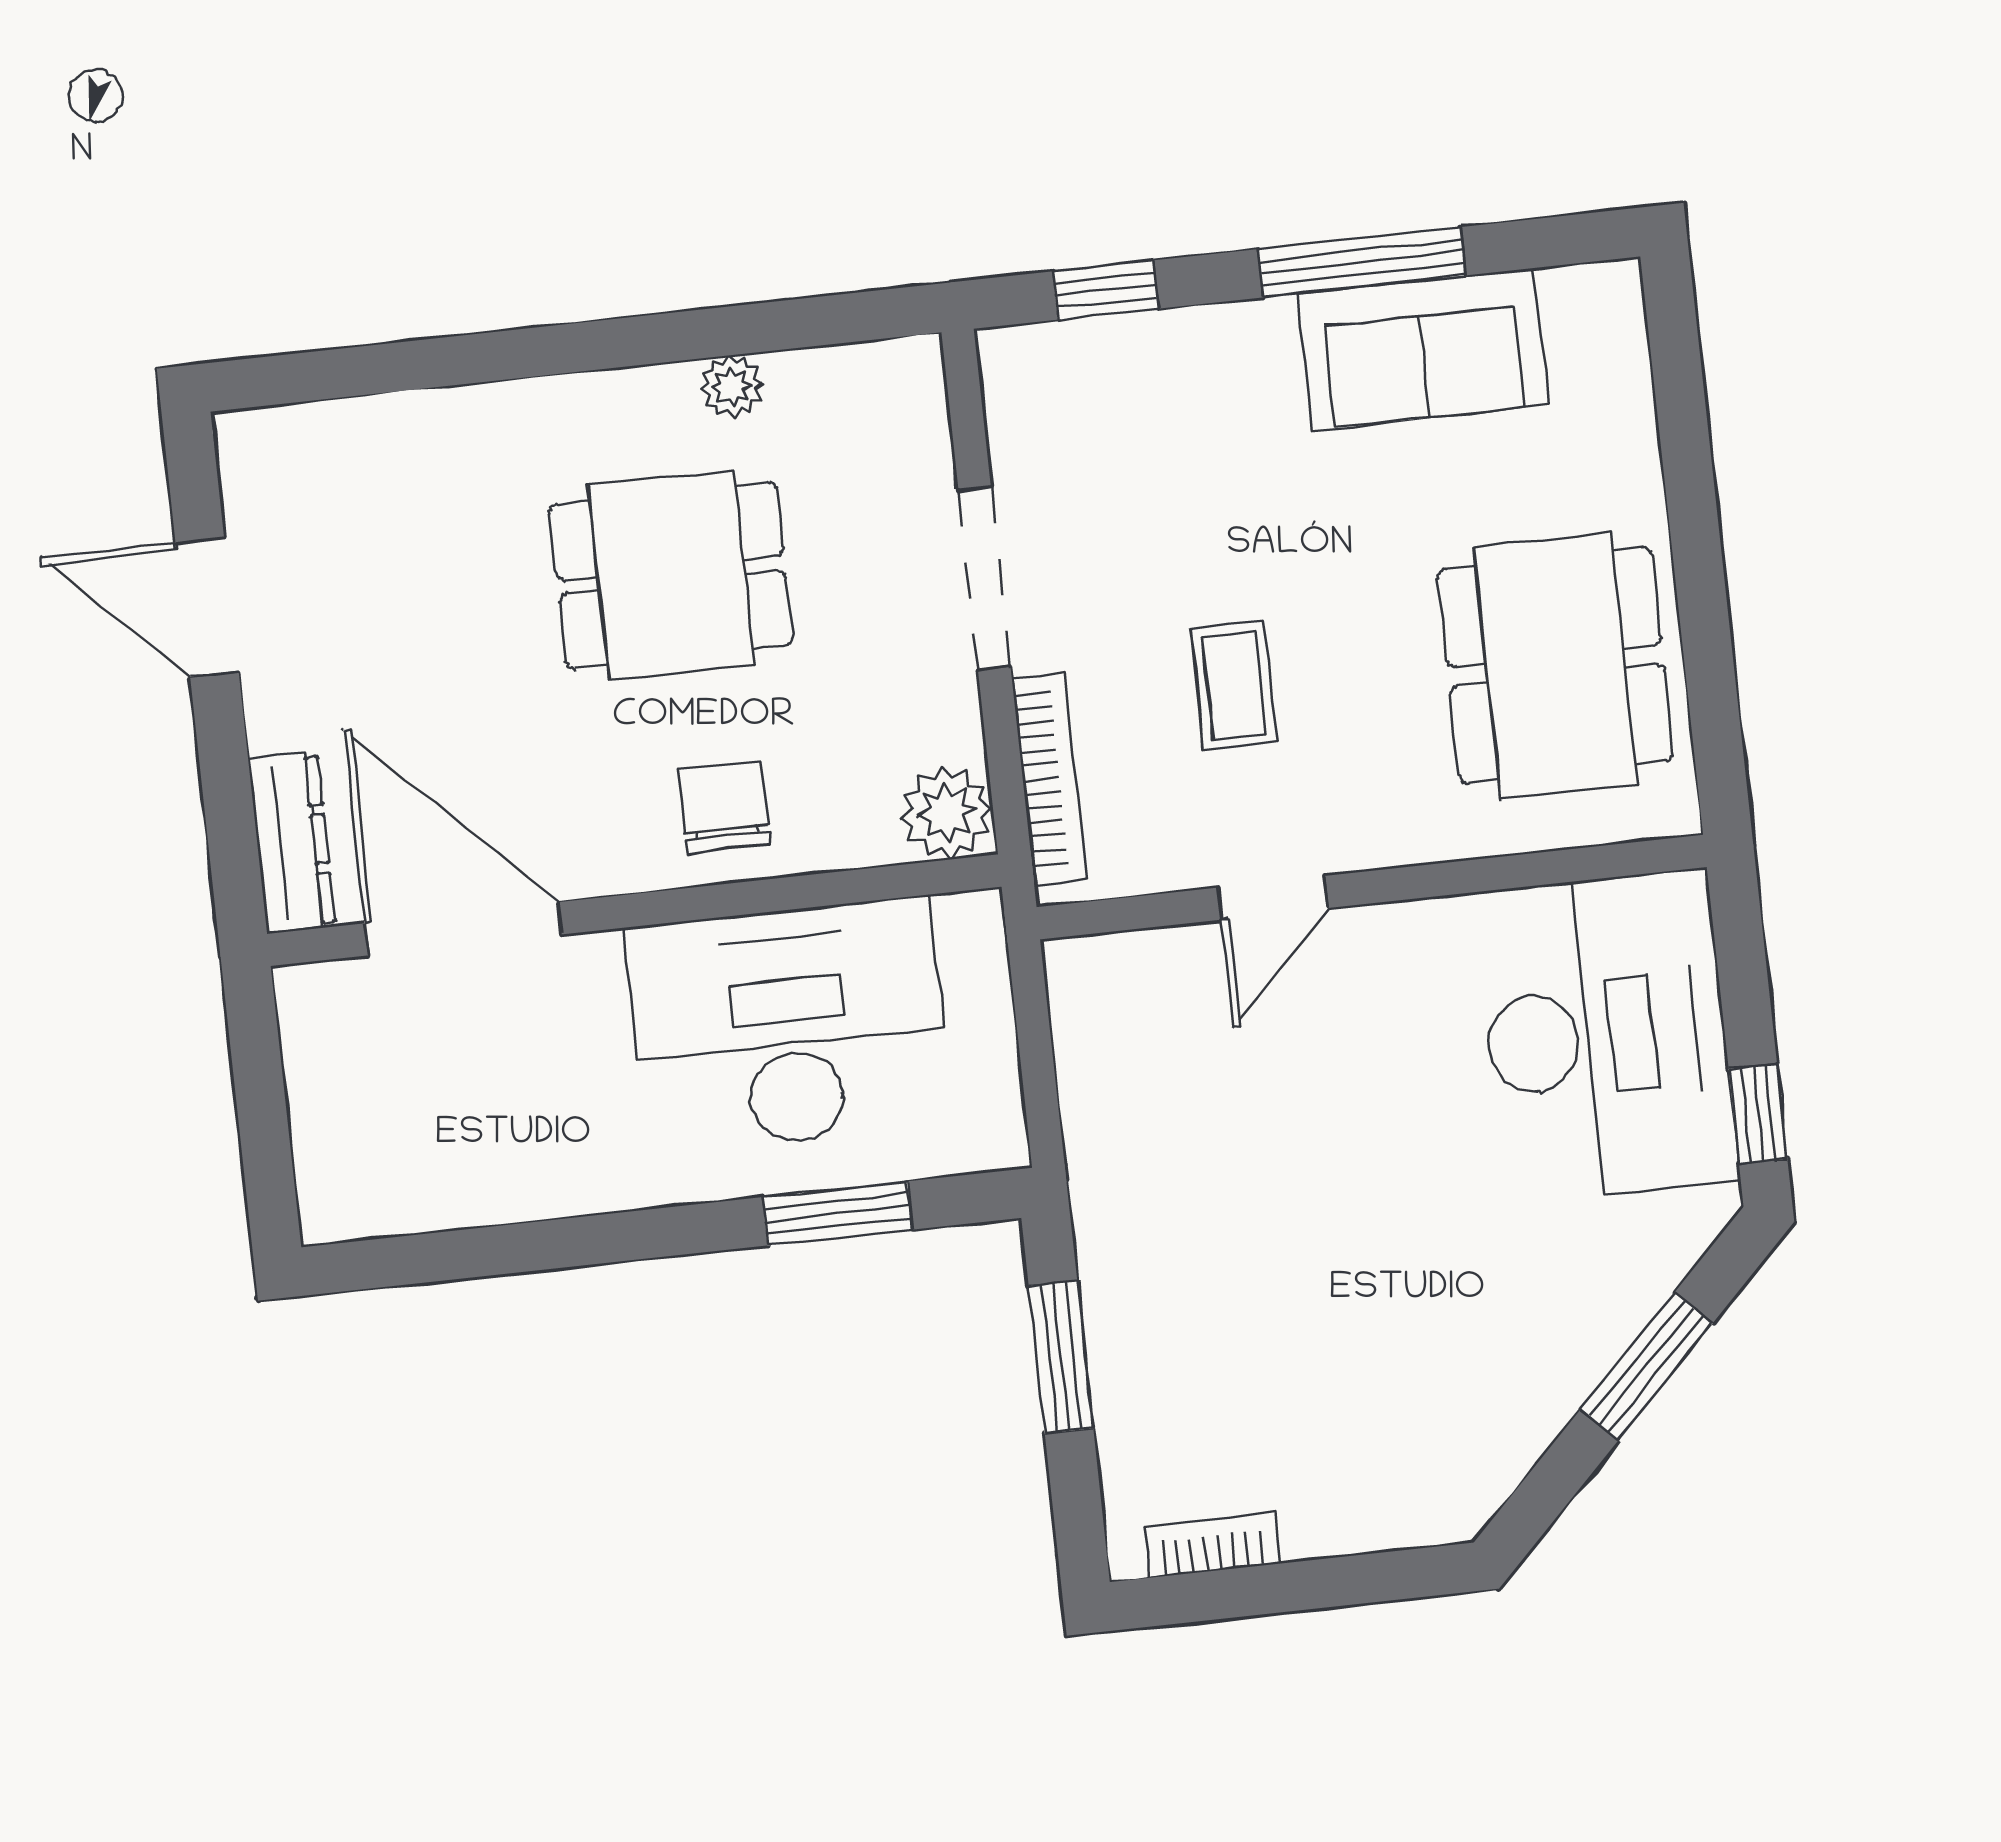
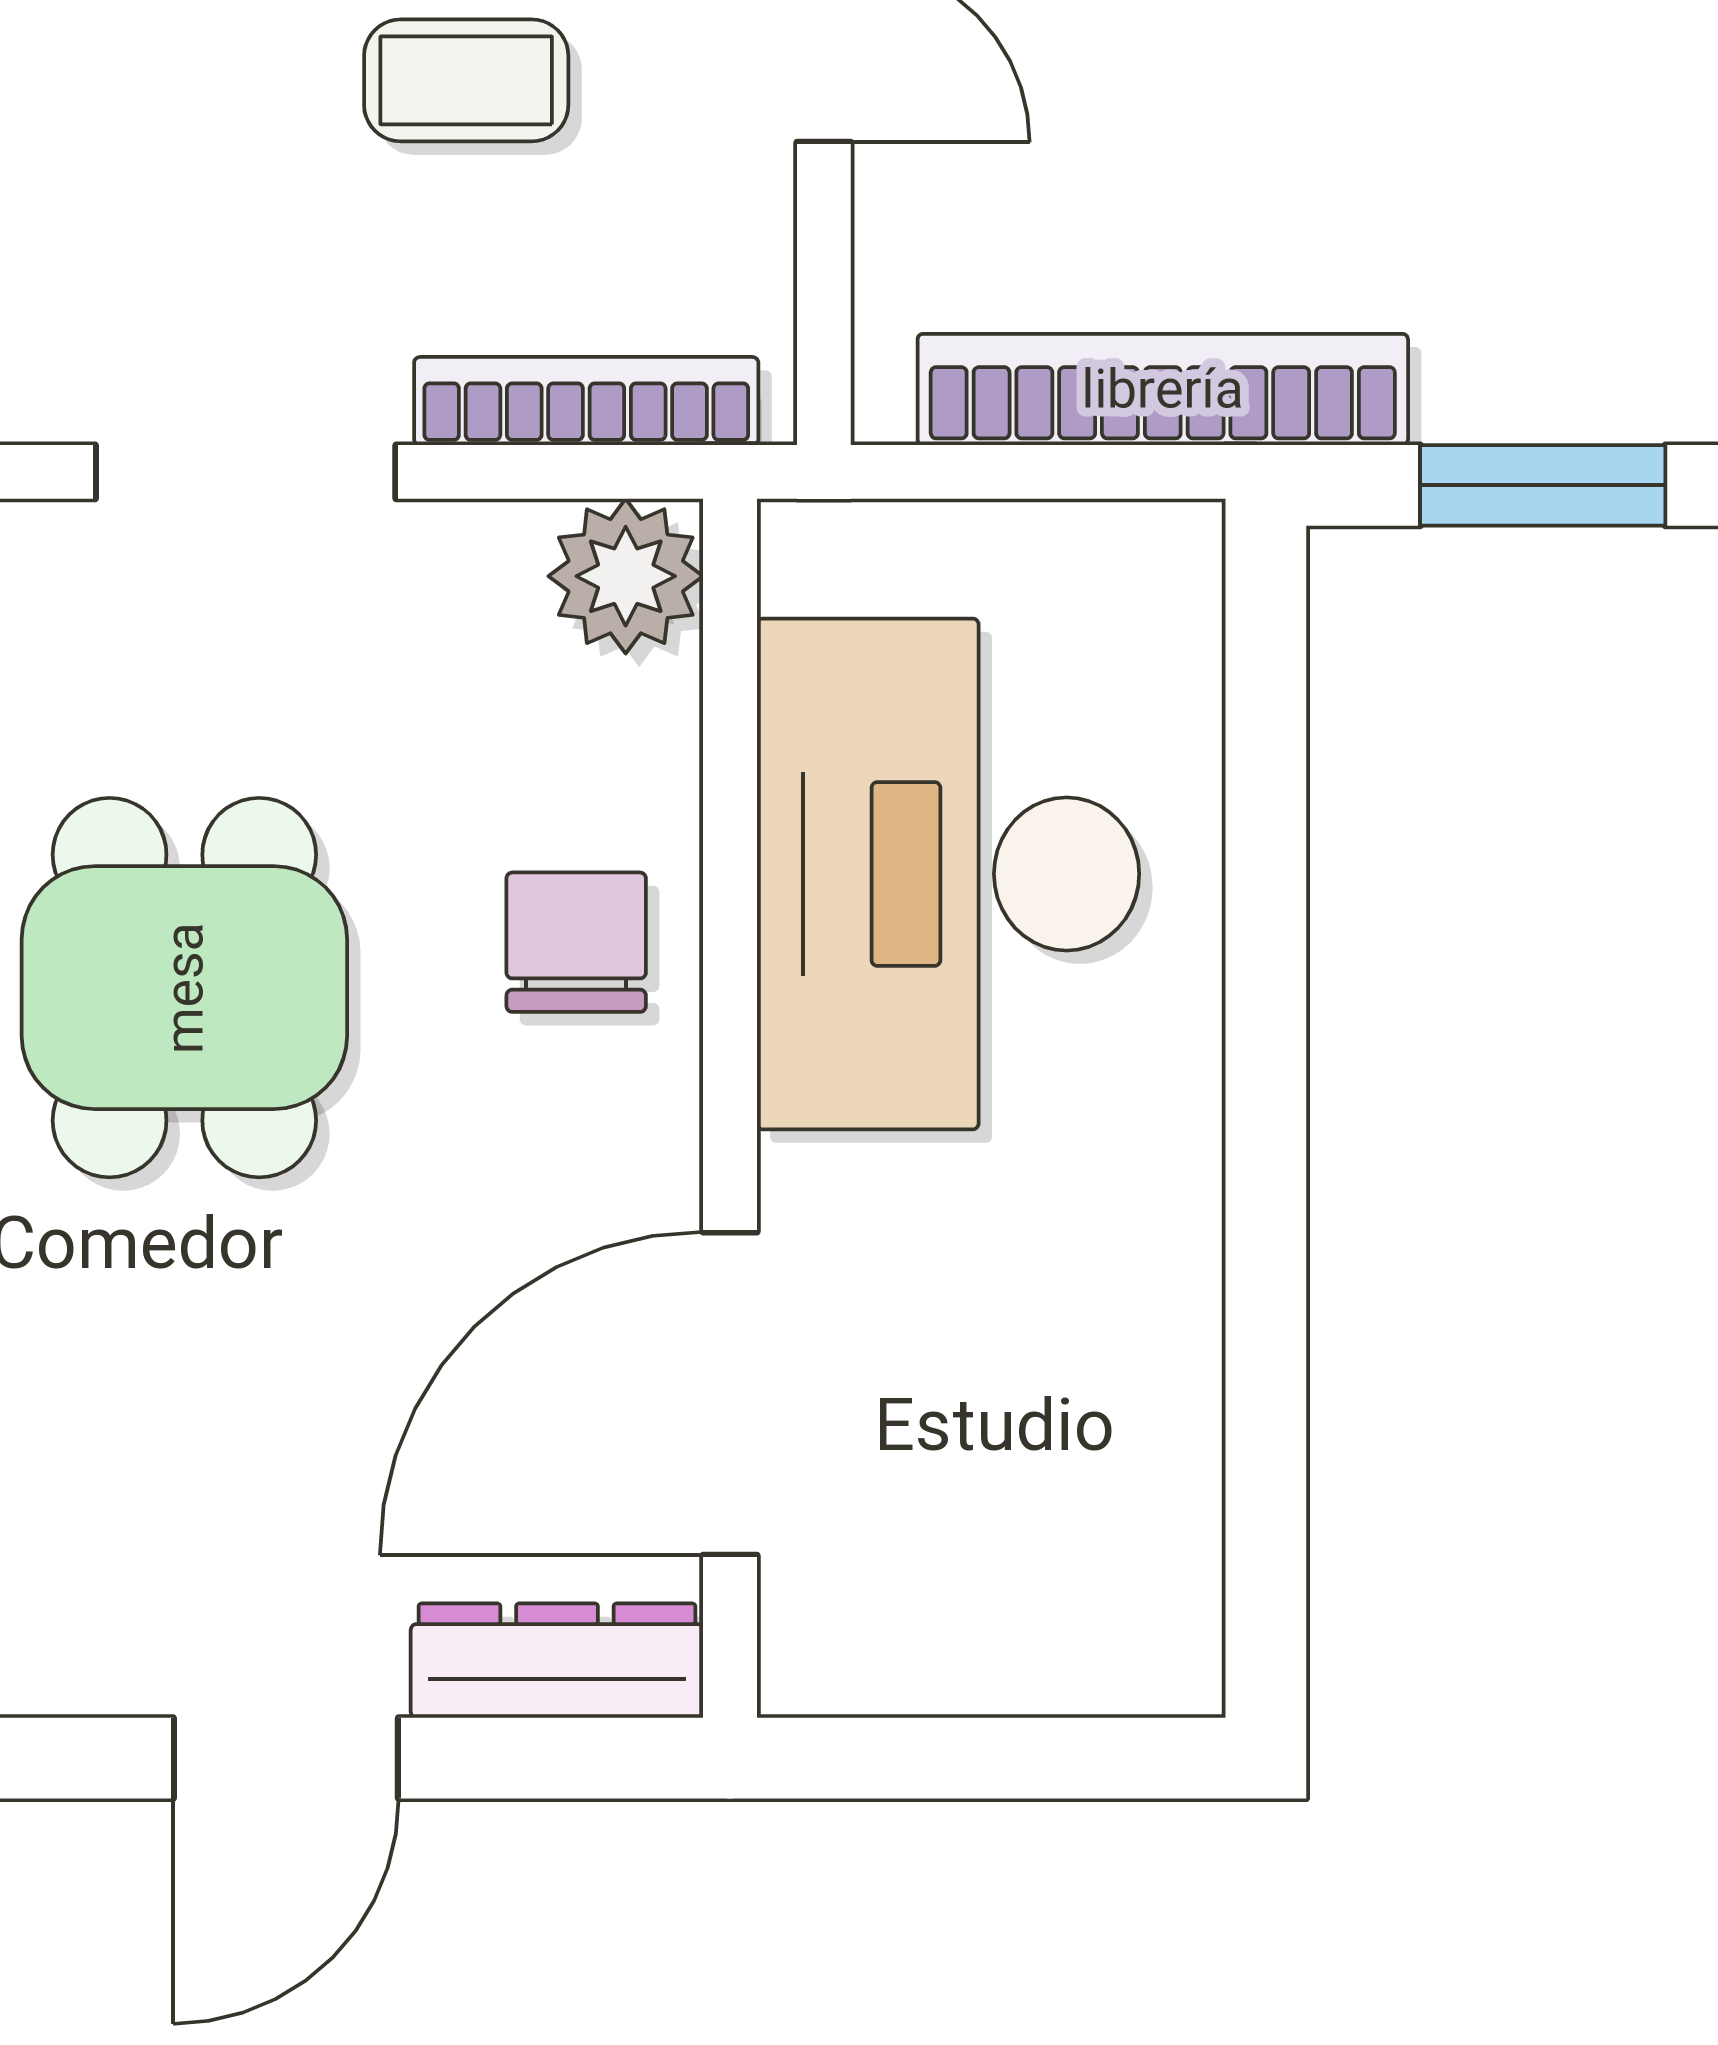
door: (207, 608) -> (286, 1758), moved
chair: (724, 807) -> (576, 942), turned 90
bookcase: (1094, 1123) -> (1163, 389), added
window: (837, 1213) -> (1266, 828), removed

